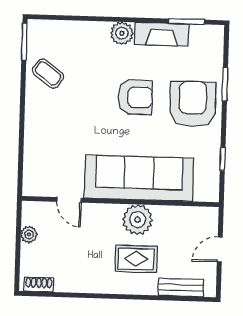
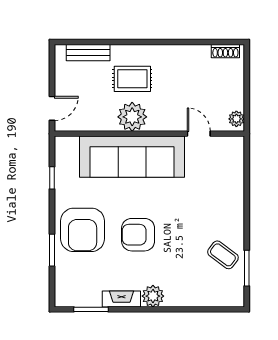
fireplace: (162, 34) -> (121, 299), width x0.73, depth x0.76
window: (24, 42) -> (247, 268), moved
plant: (29, 234) -> (236, 119), moved
door: (220, 249) -> (52, 108), moved

